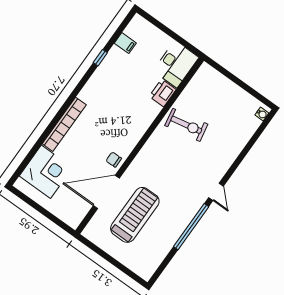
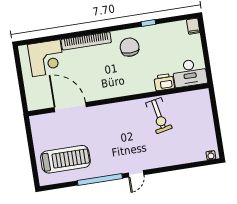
filing cabinet: (125, 43) -> (193, 26), moved
chair: (114, 160) -> (130, 47), moved, width x1.87, depth x1.87
treadmill: (135, 215) -> (65, 159), moved

